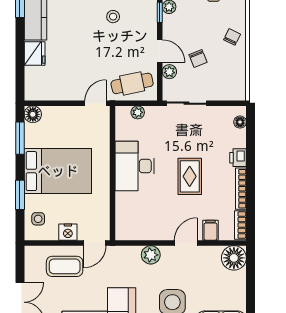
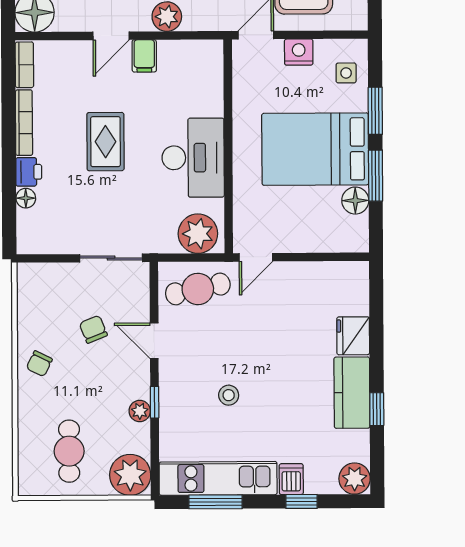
plant: (169, 72) -> (139, 308), removed
plant: (138, 112) -> (198, 234), width x1.88, depth x1.88
floor lamp: (33, 114) -> (355, 201), moved
floor lamp: (240, 122) -> (26, 198), moved
window: (20, 138) -> (376, 176), moved
filing cabinet: (210, 230) -> (144, 56), moved

